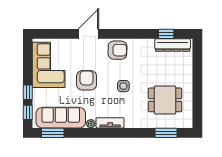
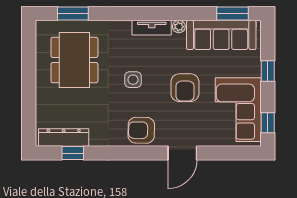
dining table: (165, 100) -> (74, 60), width x1.38
window: (28, 112) -> (268, 123), moved

